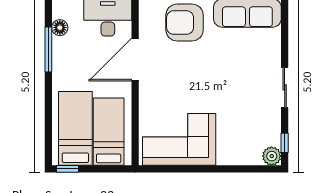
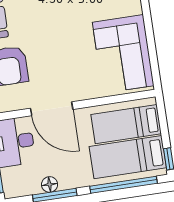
floor lamp: (60, 28) -> (50, 184), moved
window: (48, 120) -> (123, 185), added

